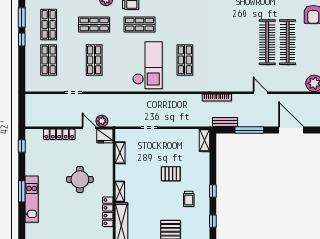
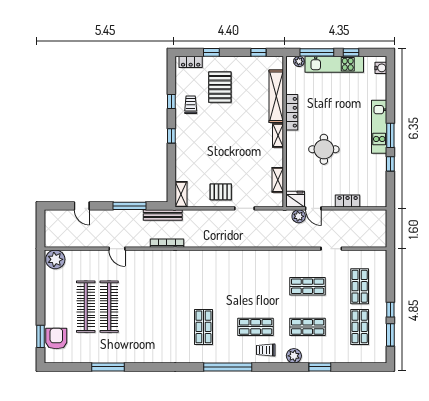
shop shelf: (94, 60) -> (308, 286), turned 90
shop shelf: (185, 60) -> (203, 327), moved
checkout: (147, 65) -> (246, 280), removed
bench: (225, 122) -> (163, 215), width x1.36
door: (291, 130) -> (82, 206), width x0.53
locker: (59, 134) -> (348, 201), width x0.66
window: (22, 146) -> (390, 164), moved
pallet: (171, 174) -> (221, 192), moved
trolley: (189, 199) -> (191, 105), moved

